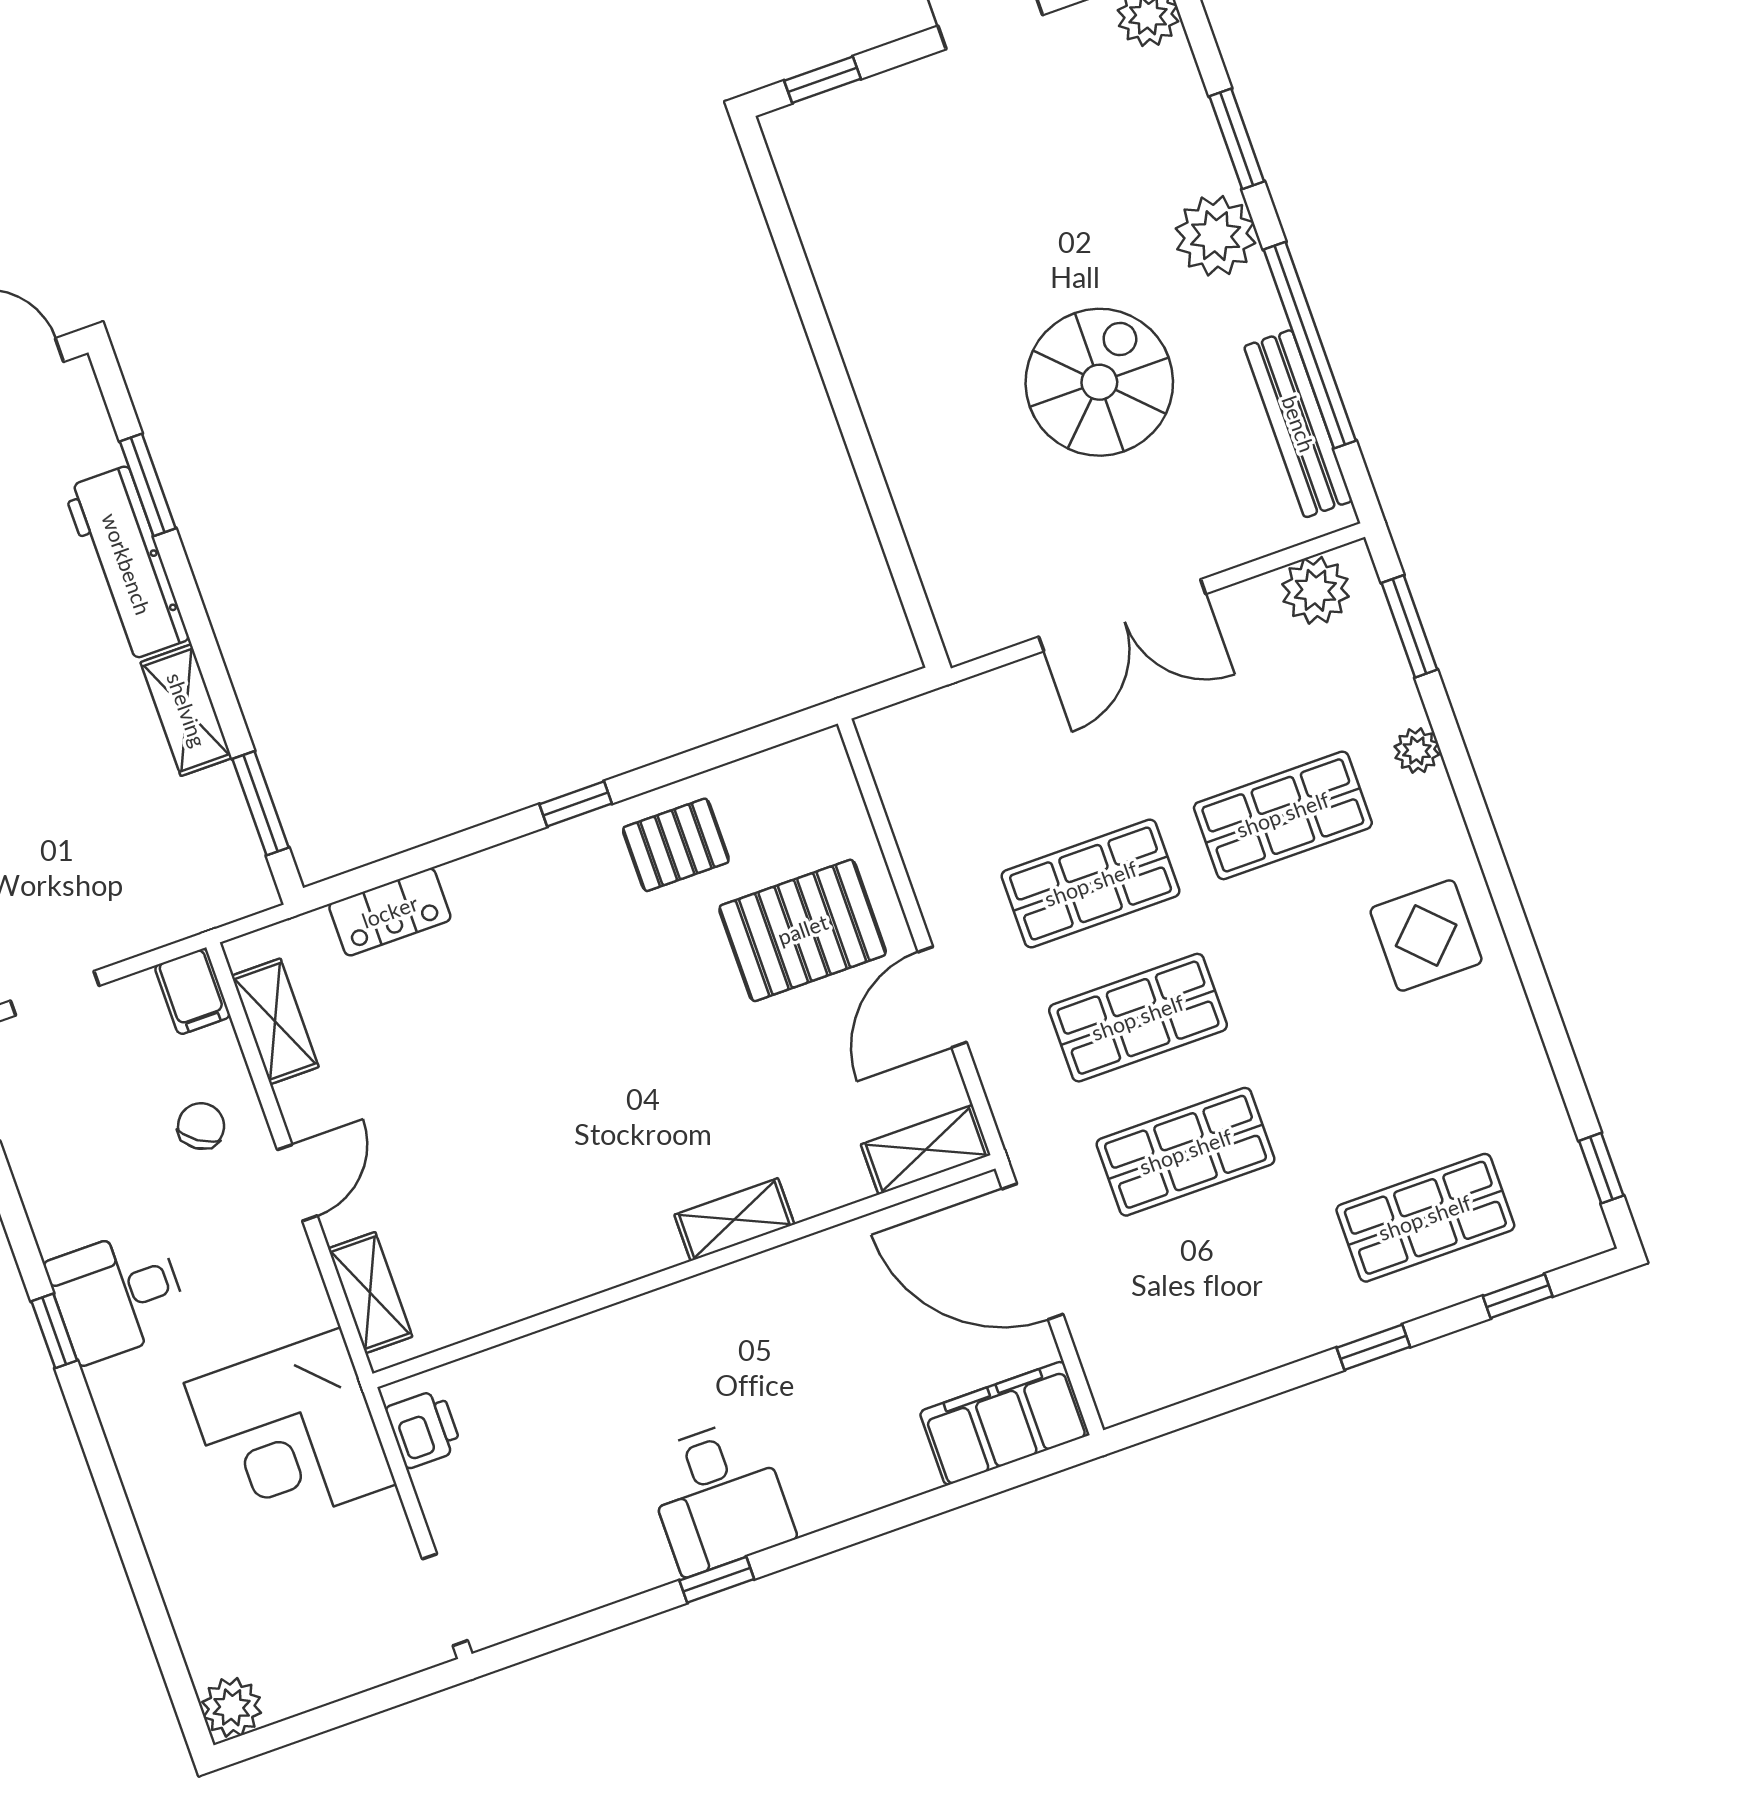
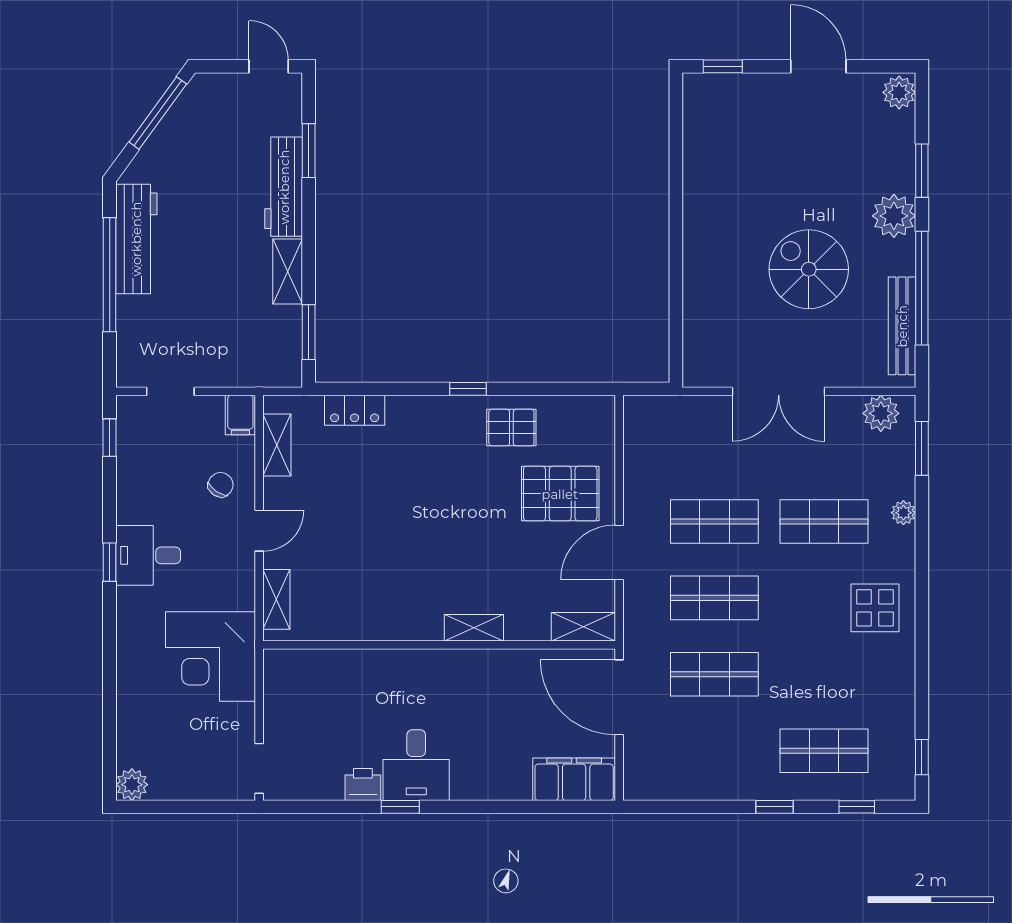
spiral stairs: (1099, 382) -> (809, 269), turned -90
printer: (424, 1429) -> (363, 784), moved, turned -90

